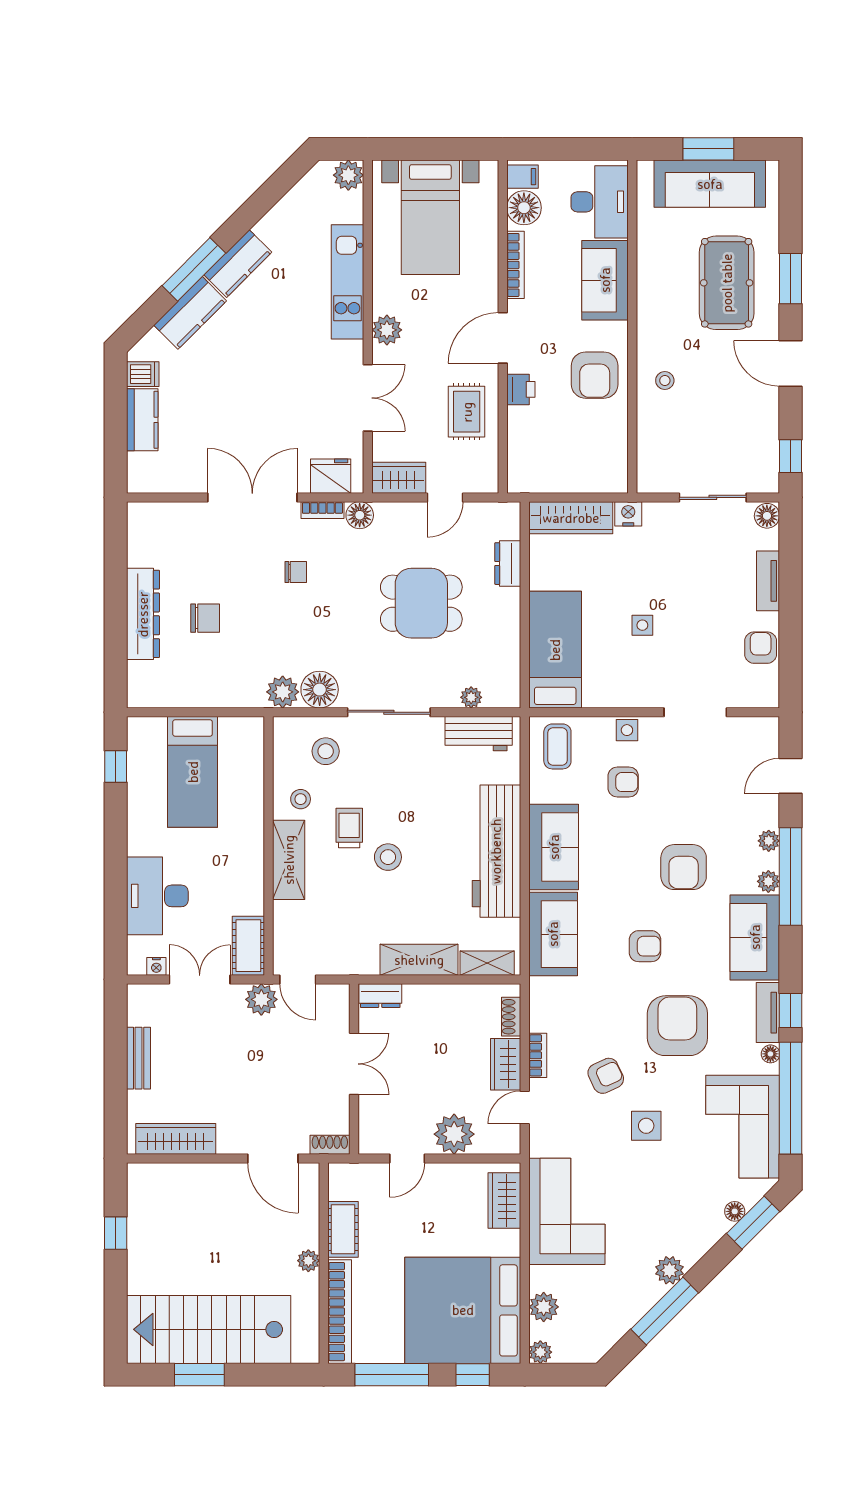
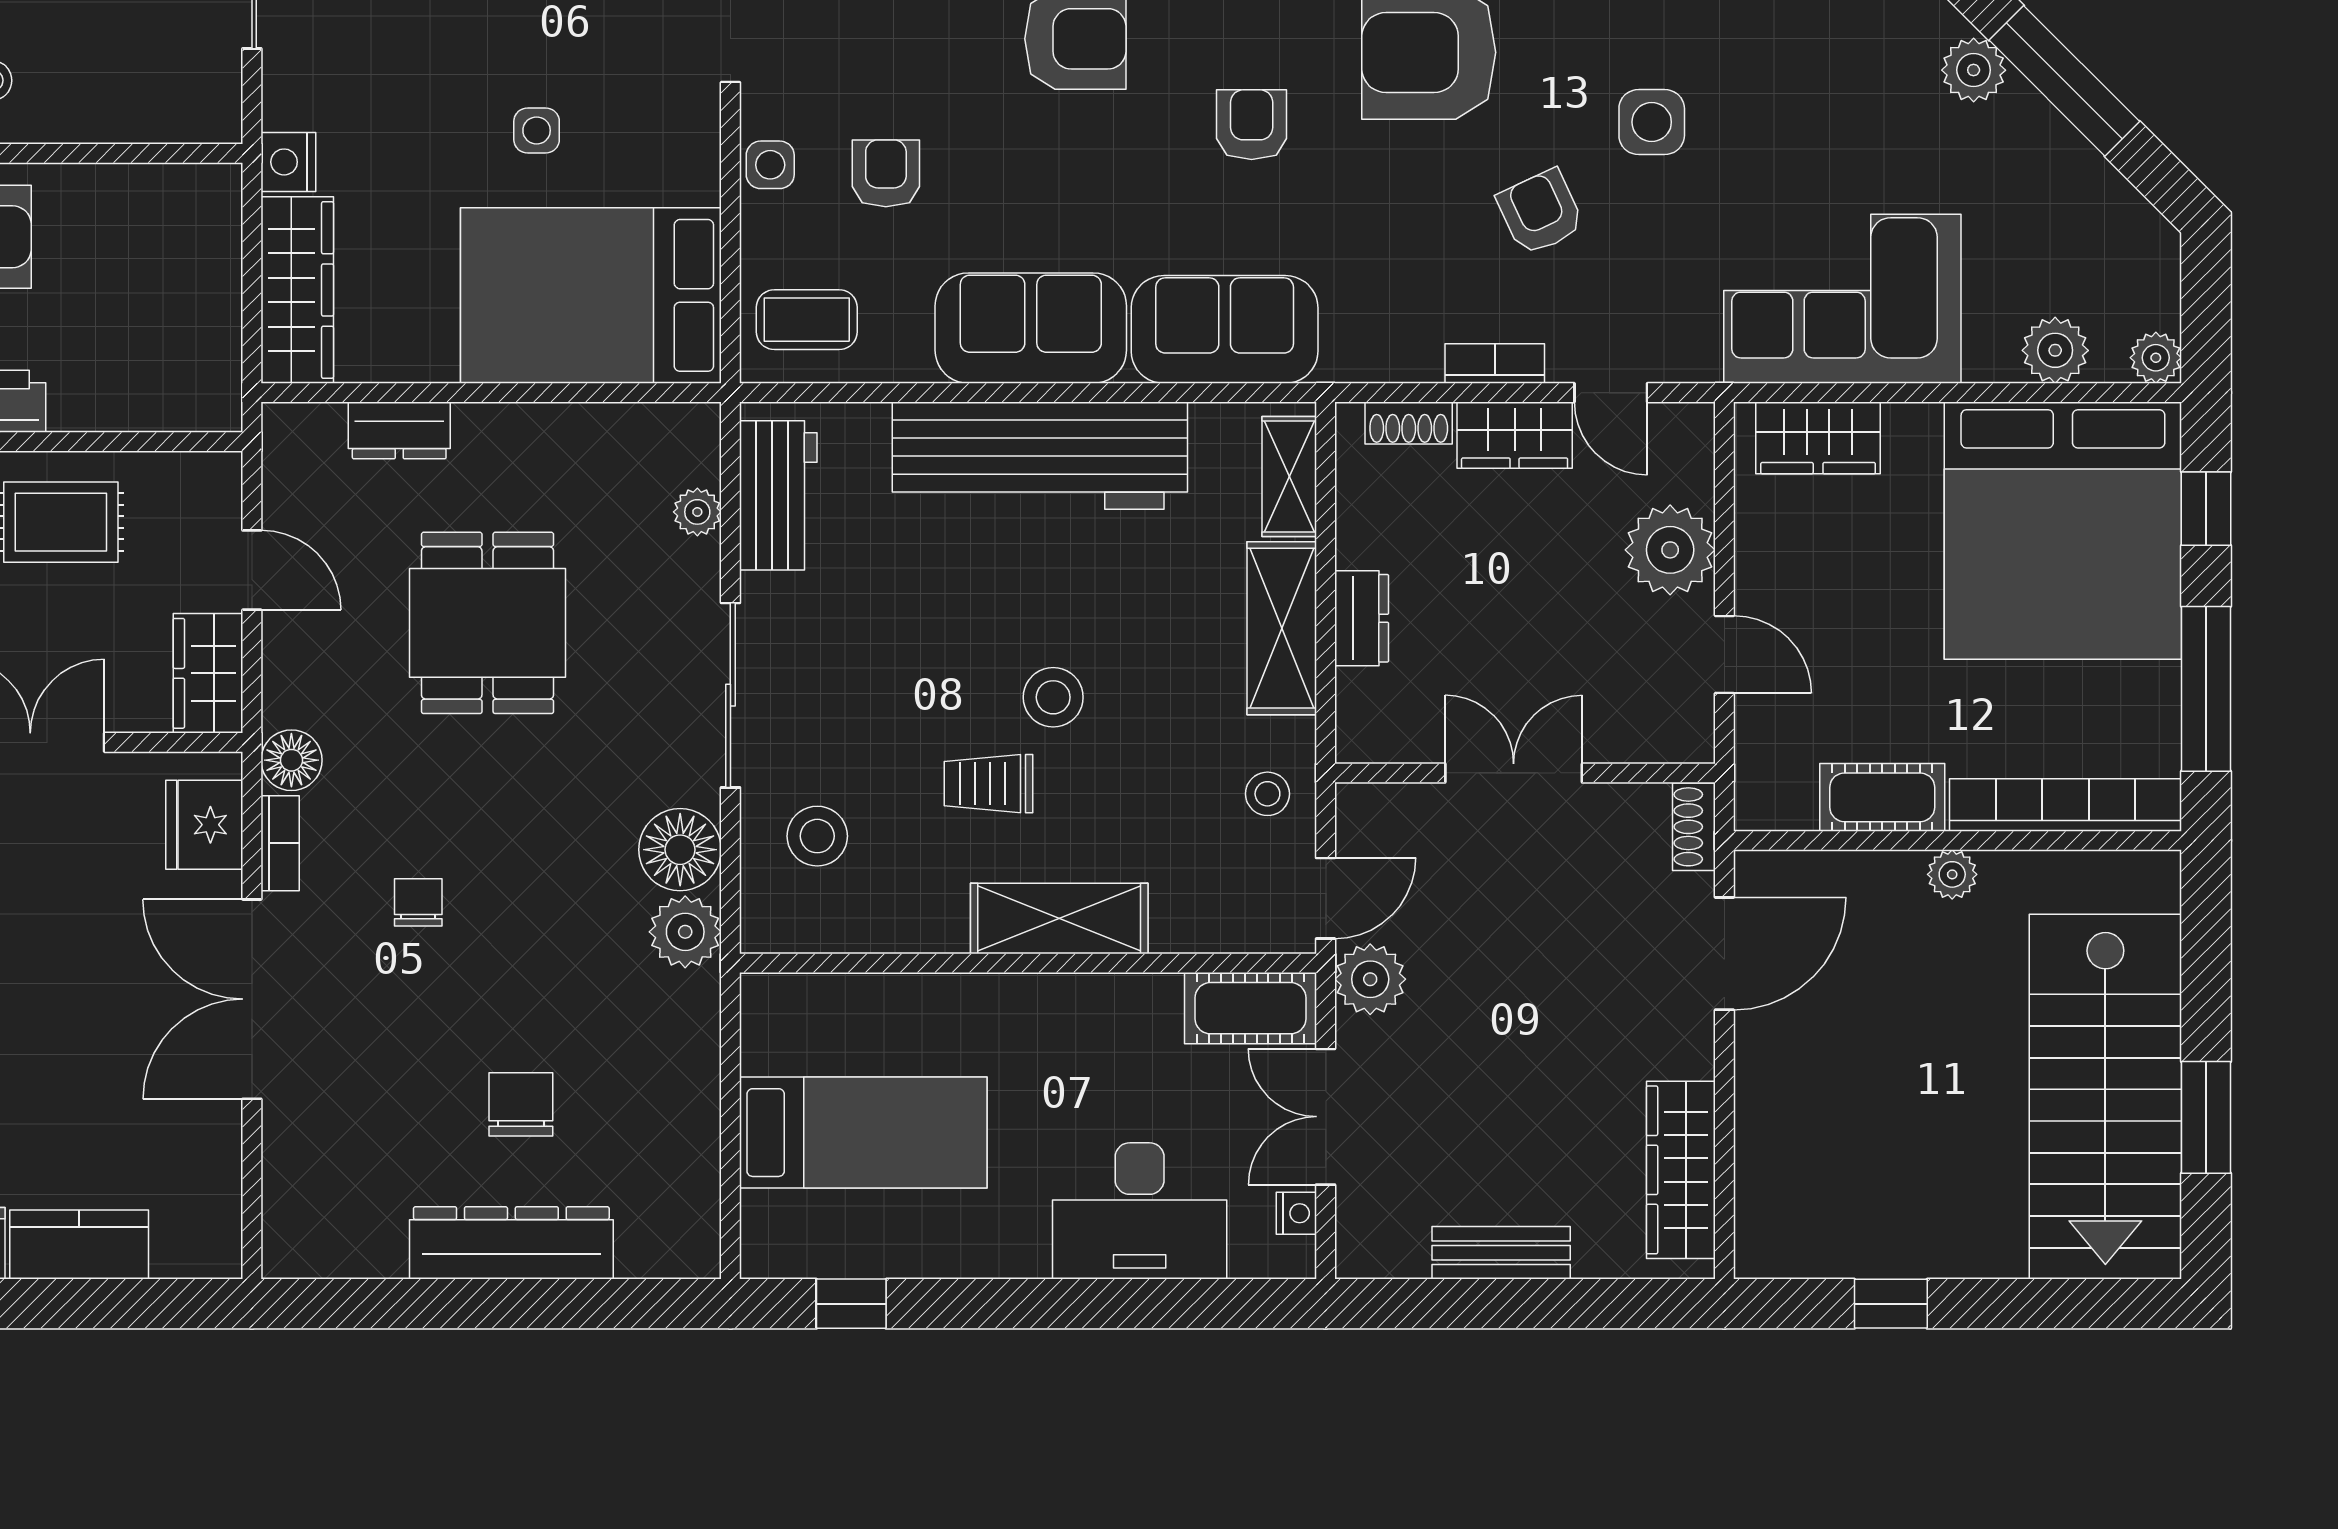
bed: (555, 650) -> (591, 295), width x1.50
stool: (301, 799) -> (1267, 794), moved
dresser: (380, 996) -> (1362, 618), moved

